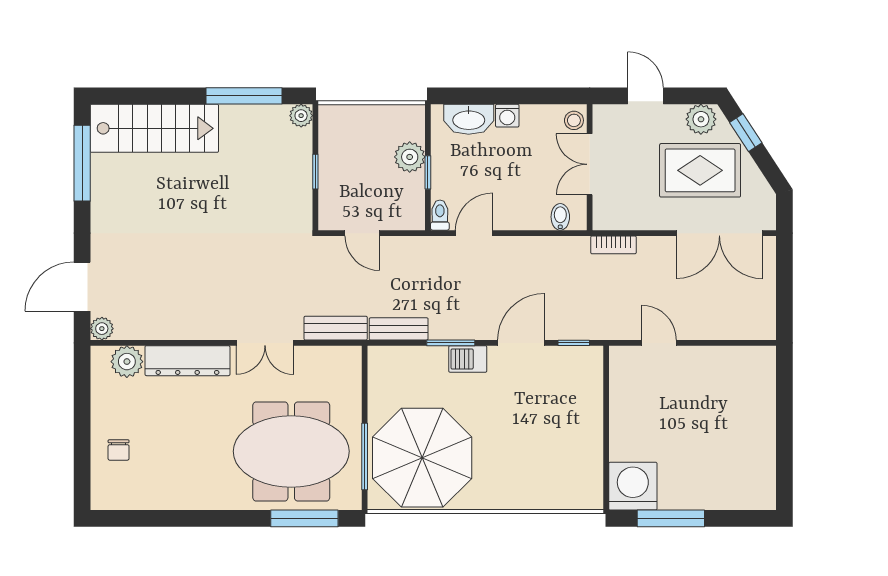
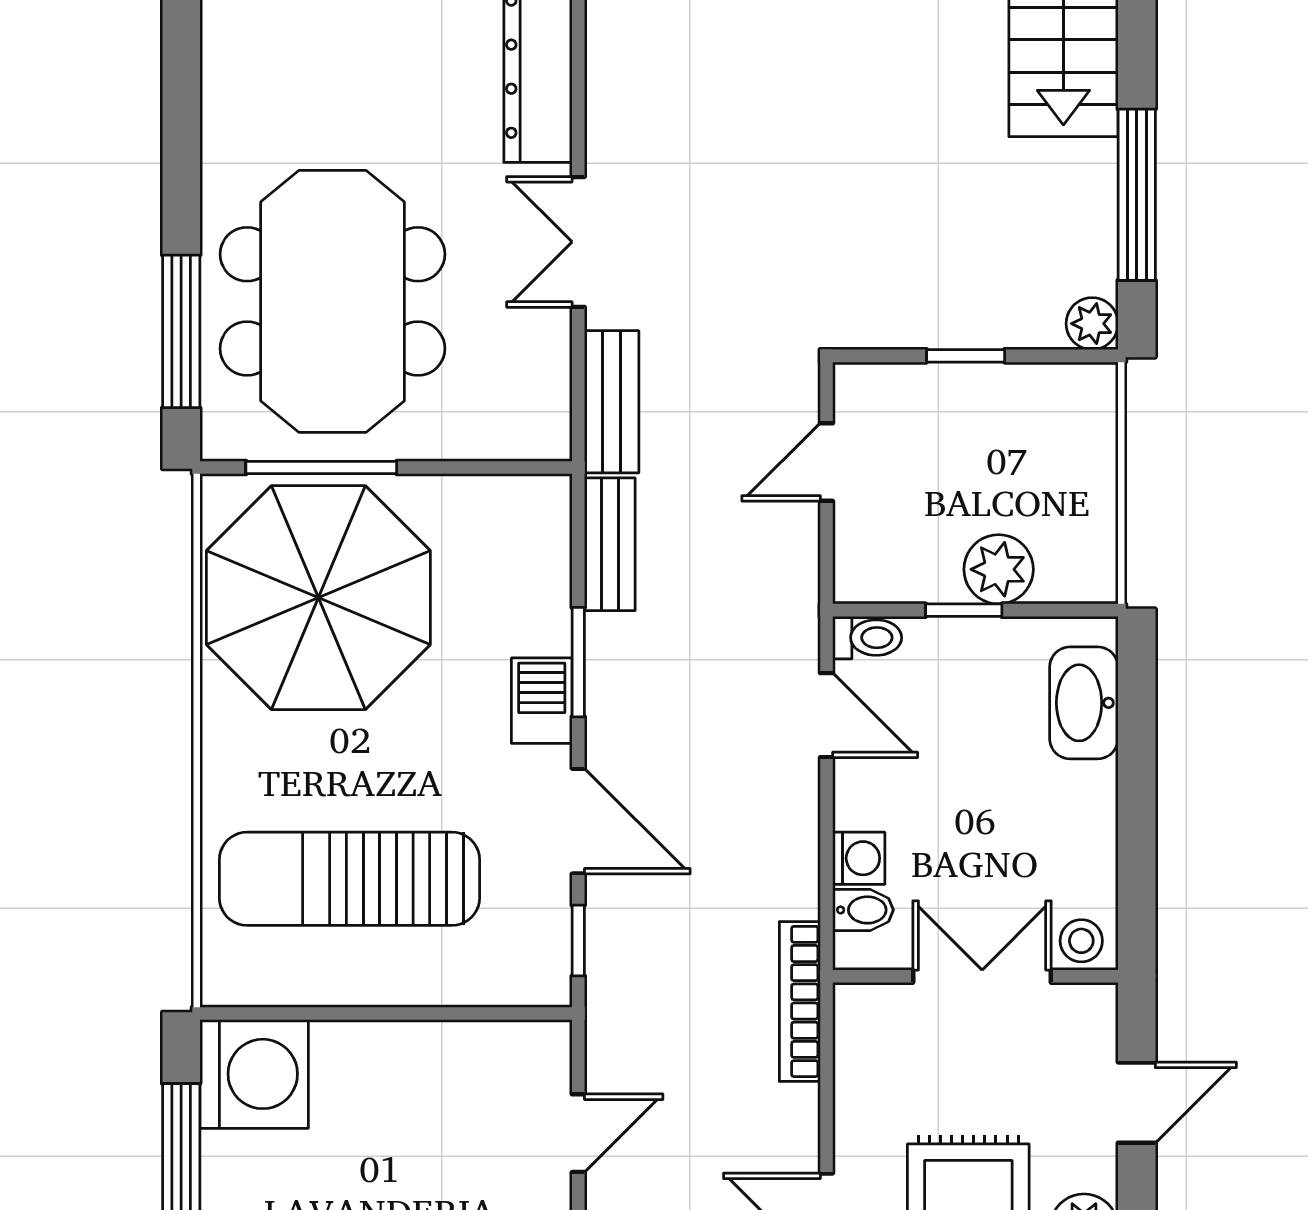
washing machine: (507, 116) -> (859, 858), moved, turned 180
bookcase: (613, 245) -> (800, 1001), width x1.56
sun lounger: (547, 444) -> (349, 879), added

